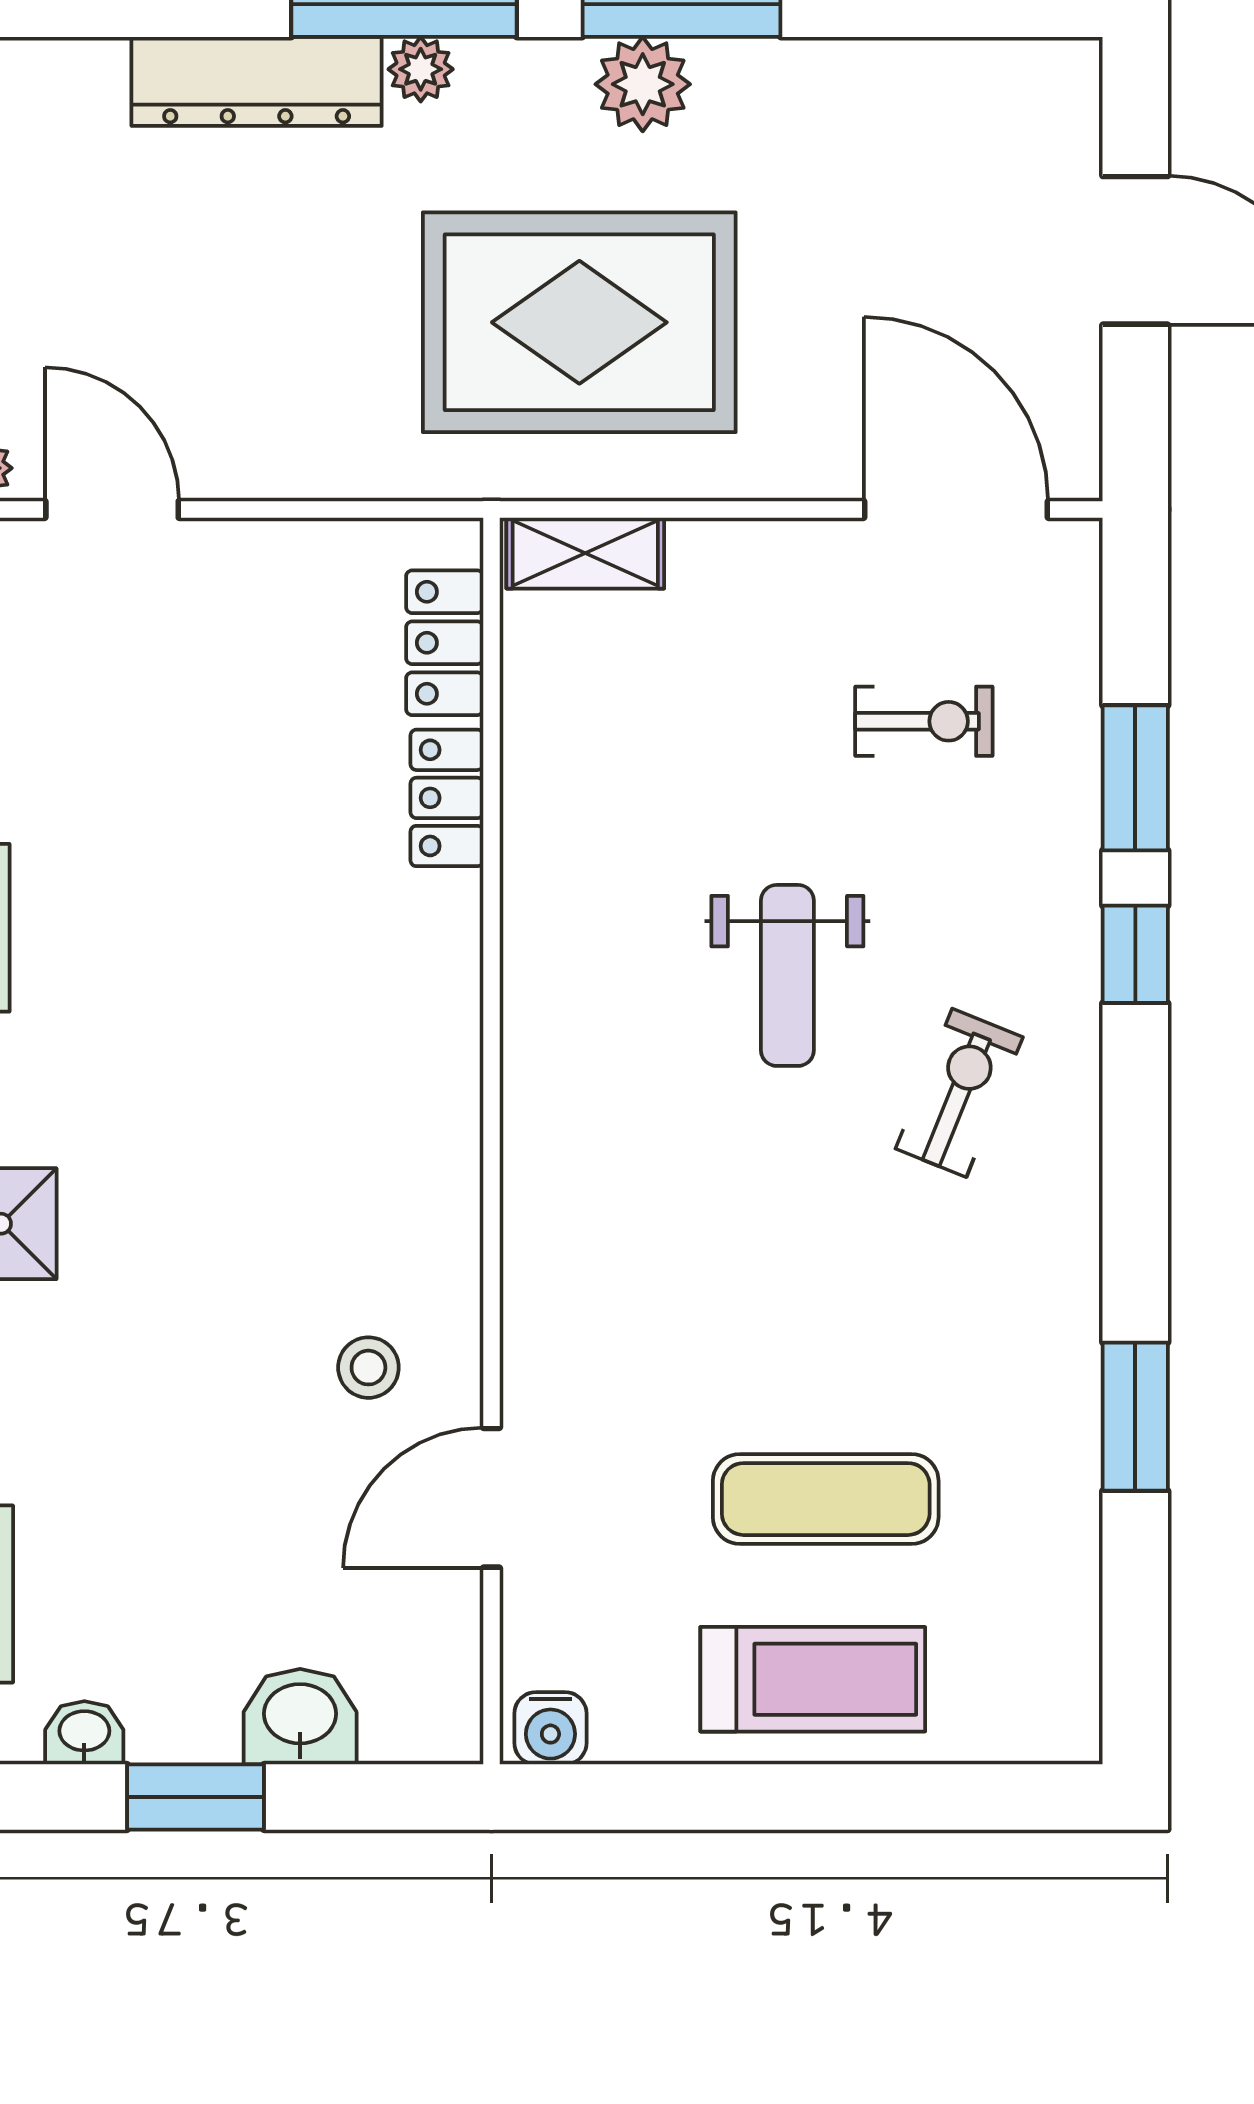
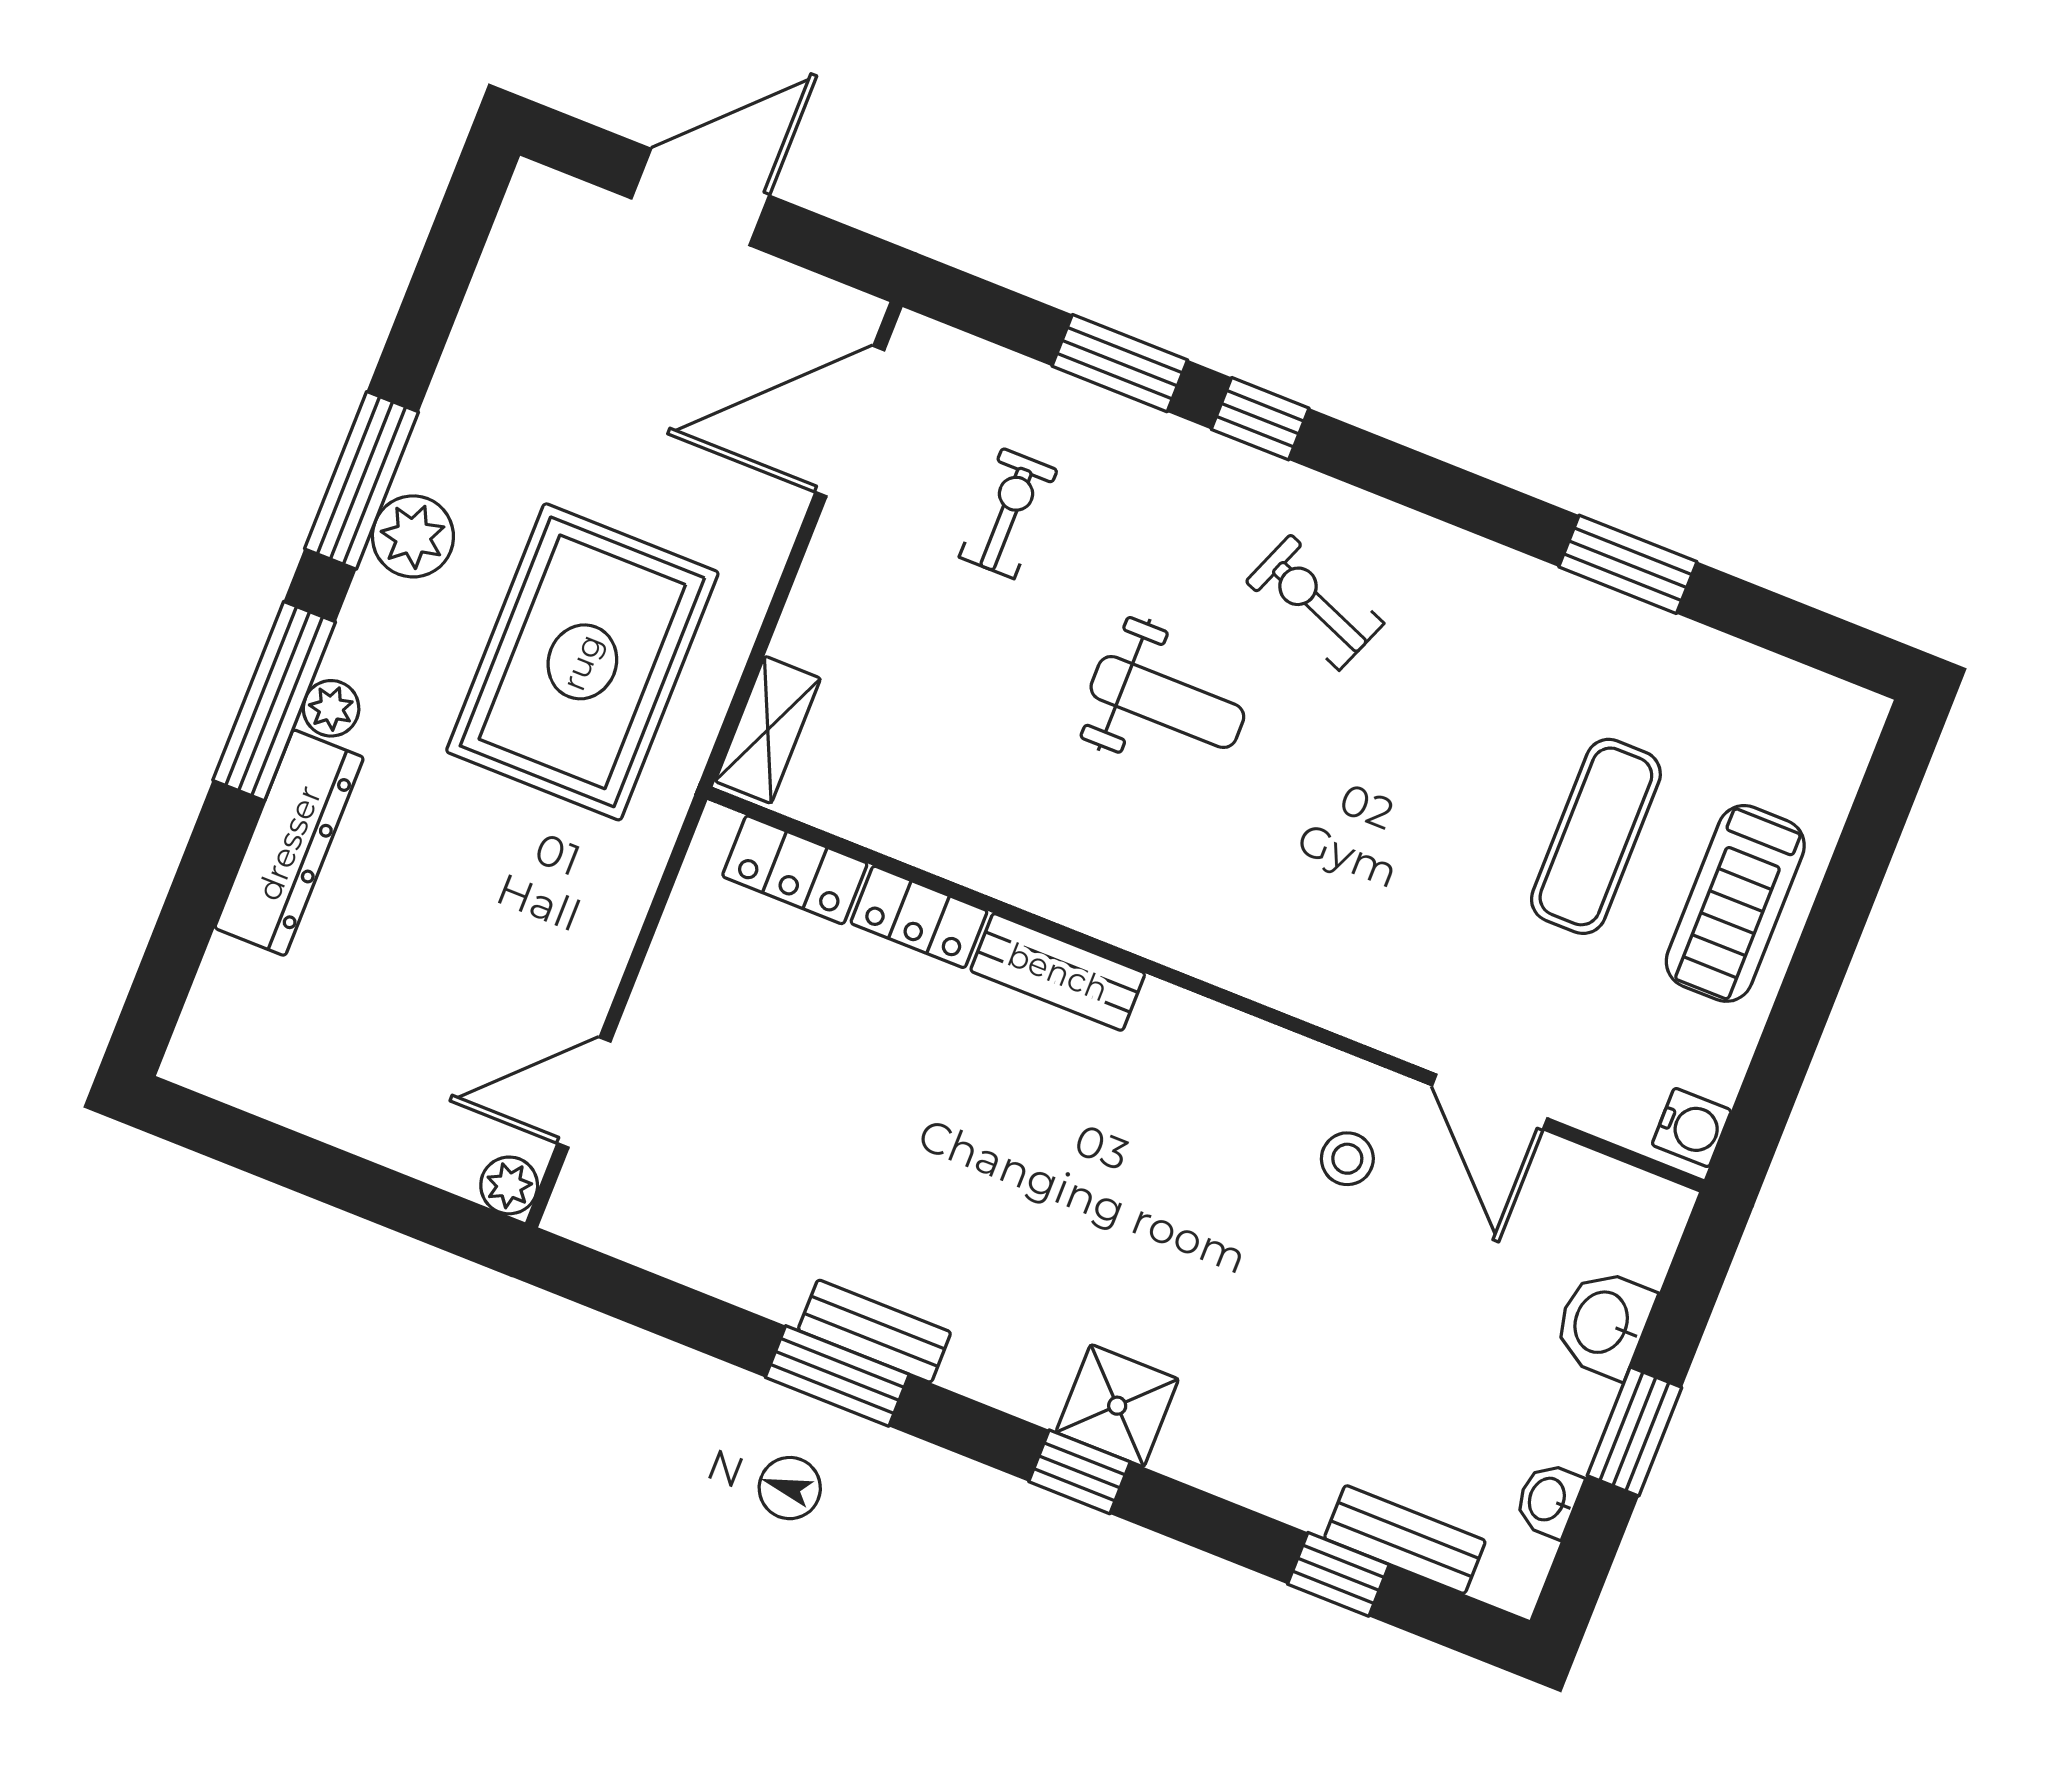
bench: (447, 972) -> (1058, 972), added
treadmill: (813, 1679) -> (1735, 903), turned 180

